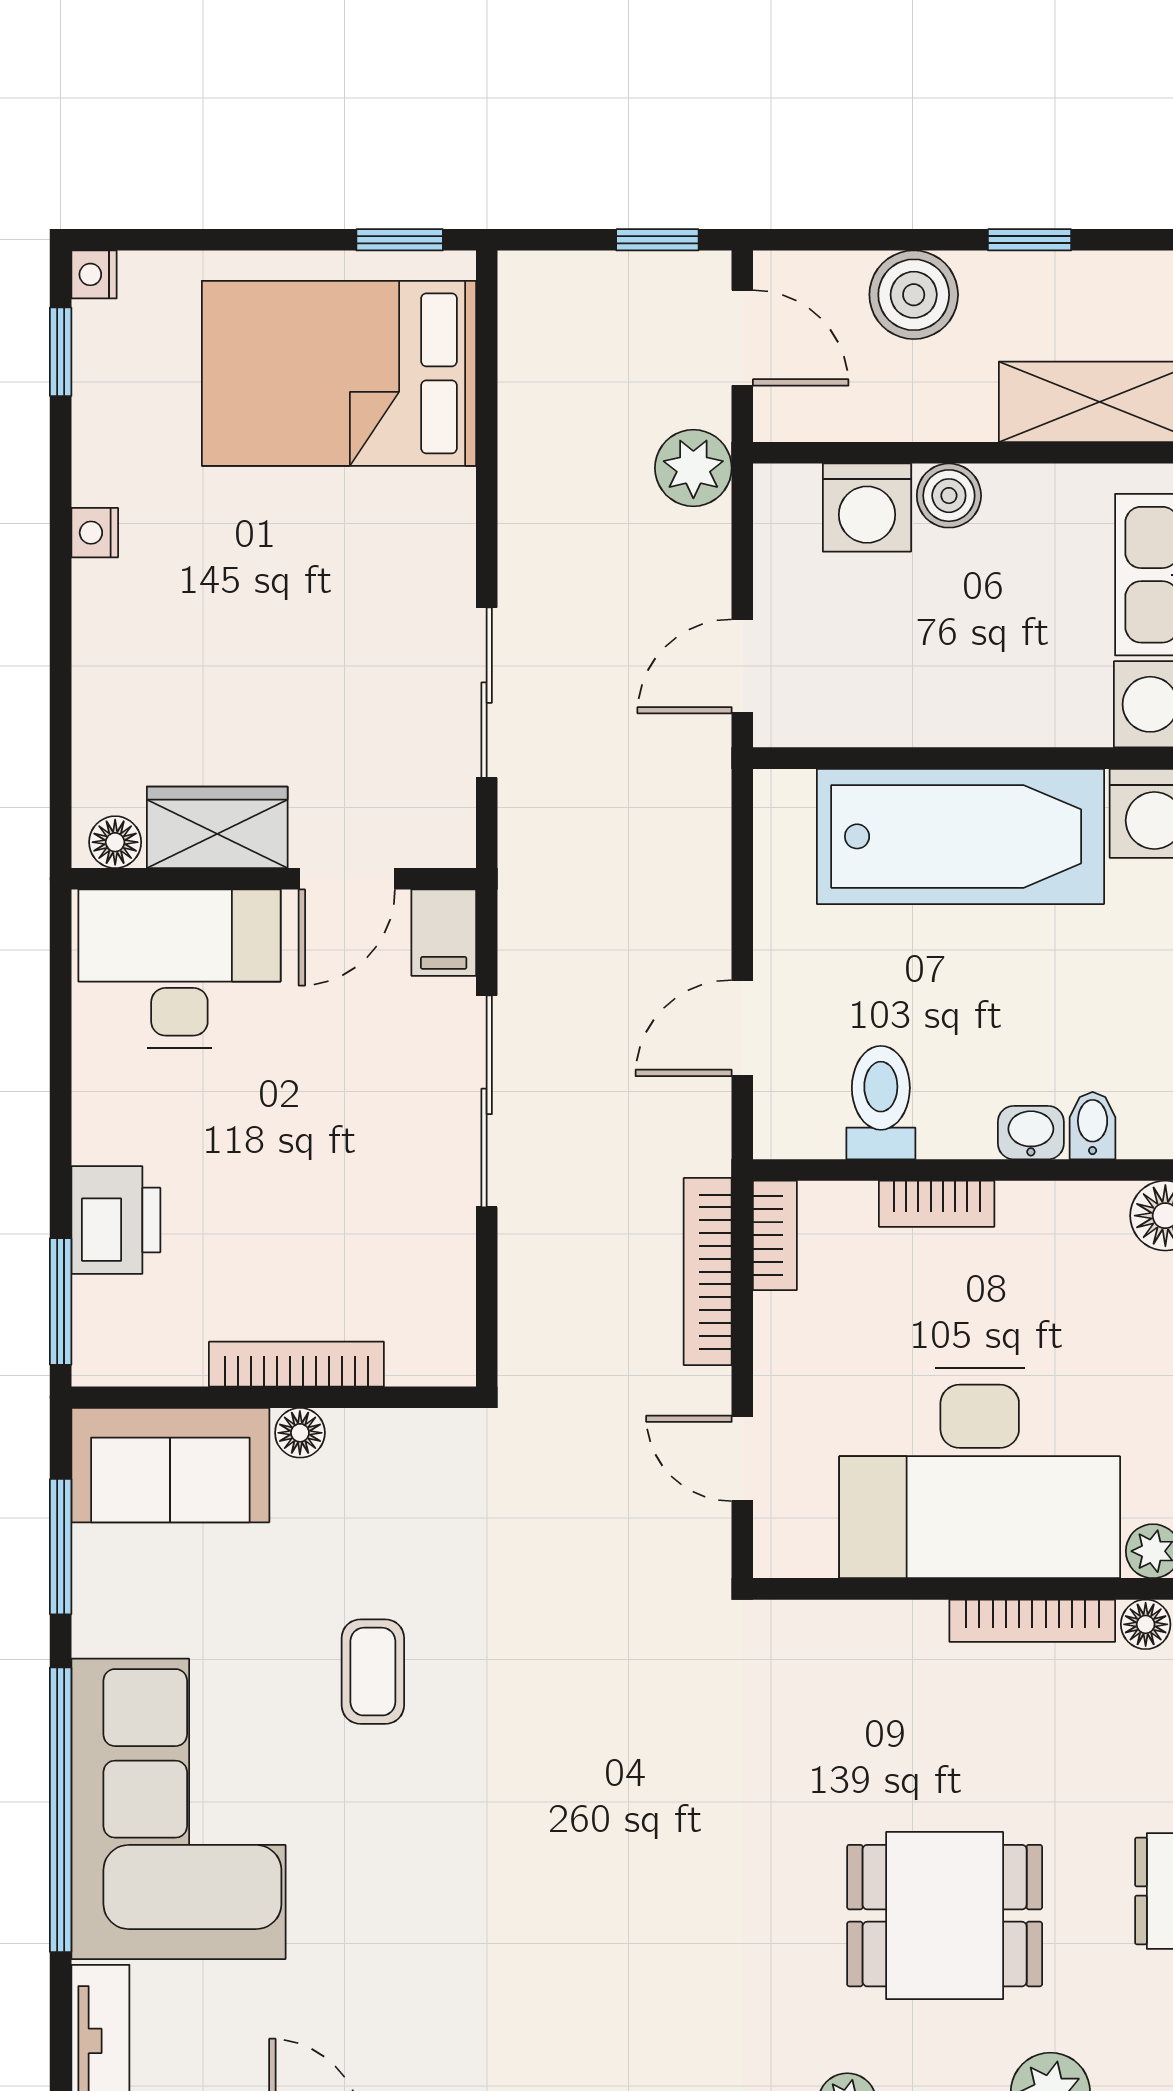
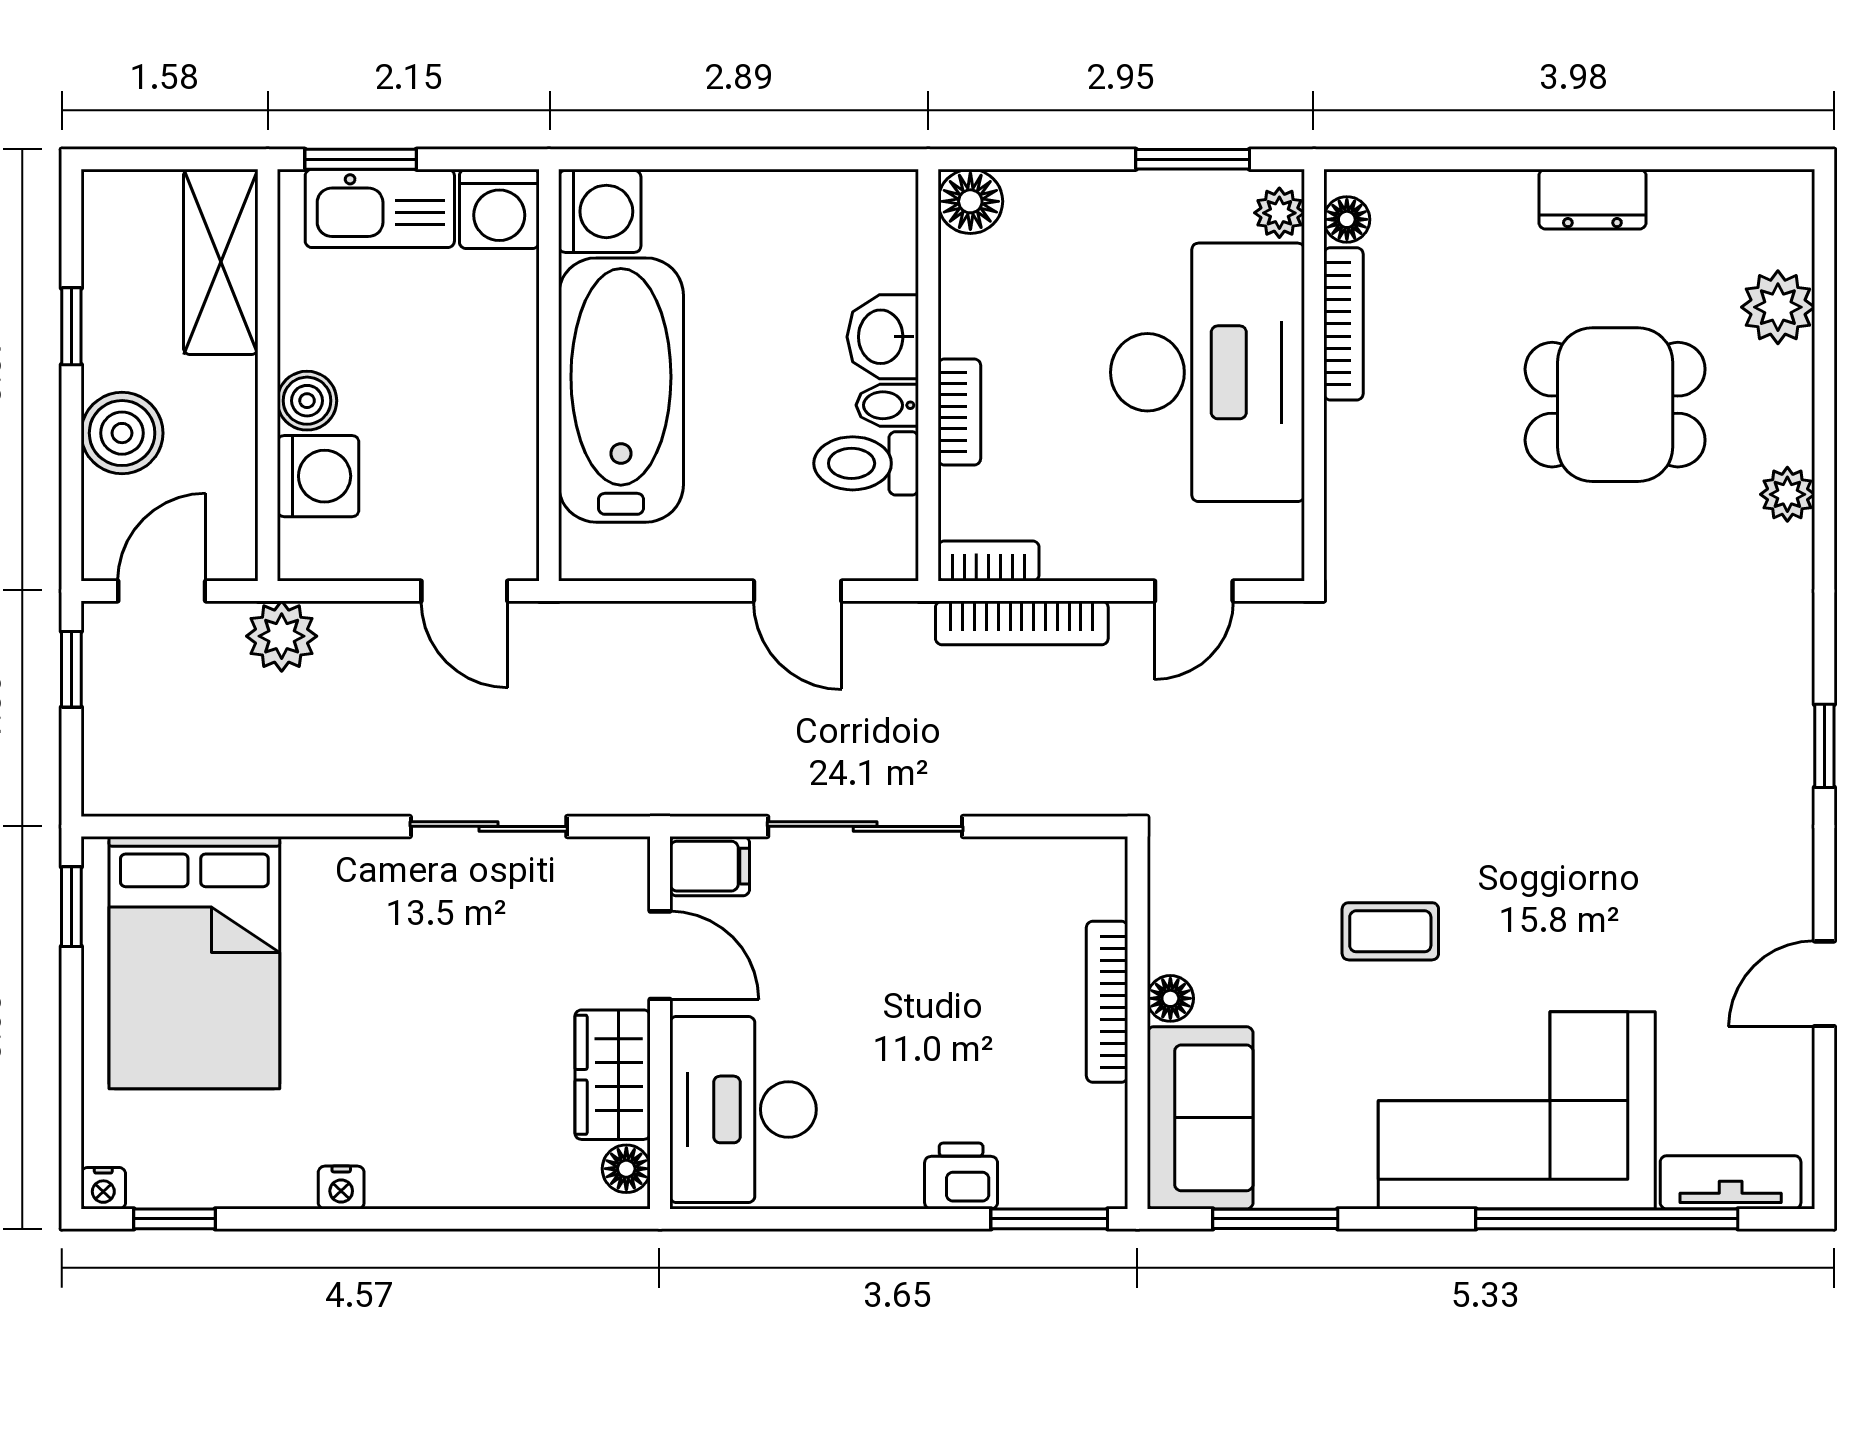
bidet: (1093, 1126) -> (887, 405), moved
washbasin: (1031, 1133) -> (883, 337), width x1.38, depth x1.45
printer: (116, 1220) -> (961, 1176), width x0.73, depth x0.81
window: (61, 1810) -> (1607, 1219), moved
dining table: (945, 1916) -> (1615, 405), turned 90

